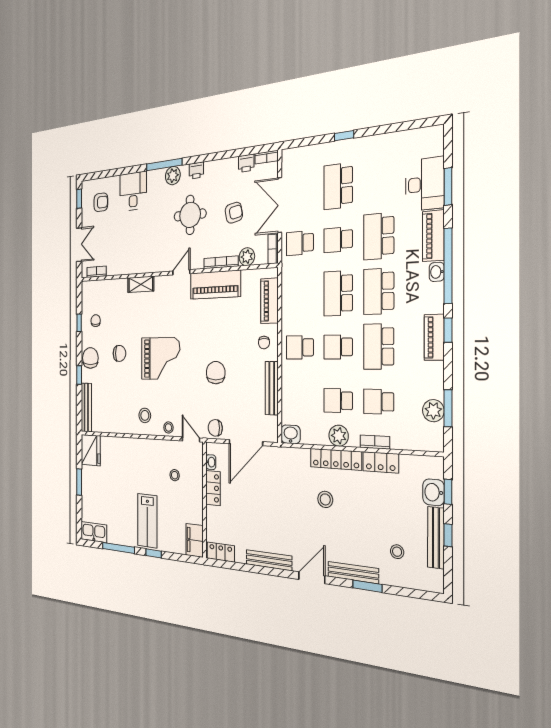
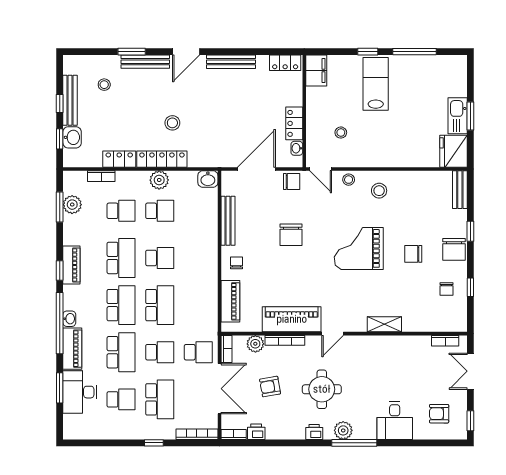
bookcase: (301, 152) -> (197, 434), added
school desk: (300, 347) -> (121, 399), moved
bench: (86, 407) -> (460, 190), width x0.73
bookcase: (375, 442) -> (101, 176), moved
kitchen sink: (94, 532) -> (458, 116), moved, turned 90

